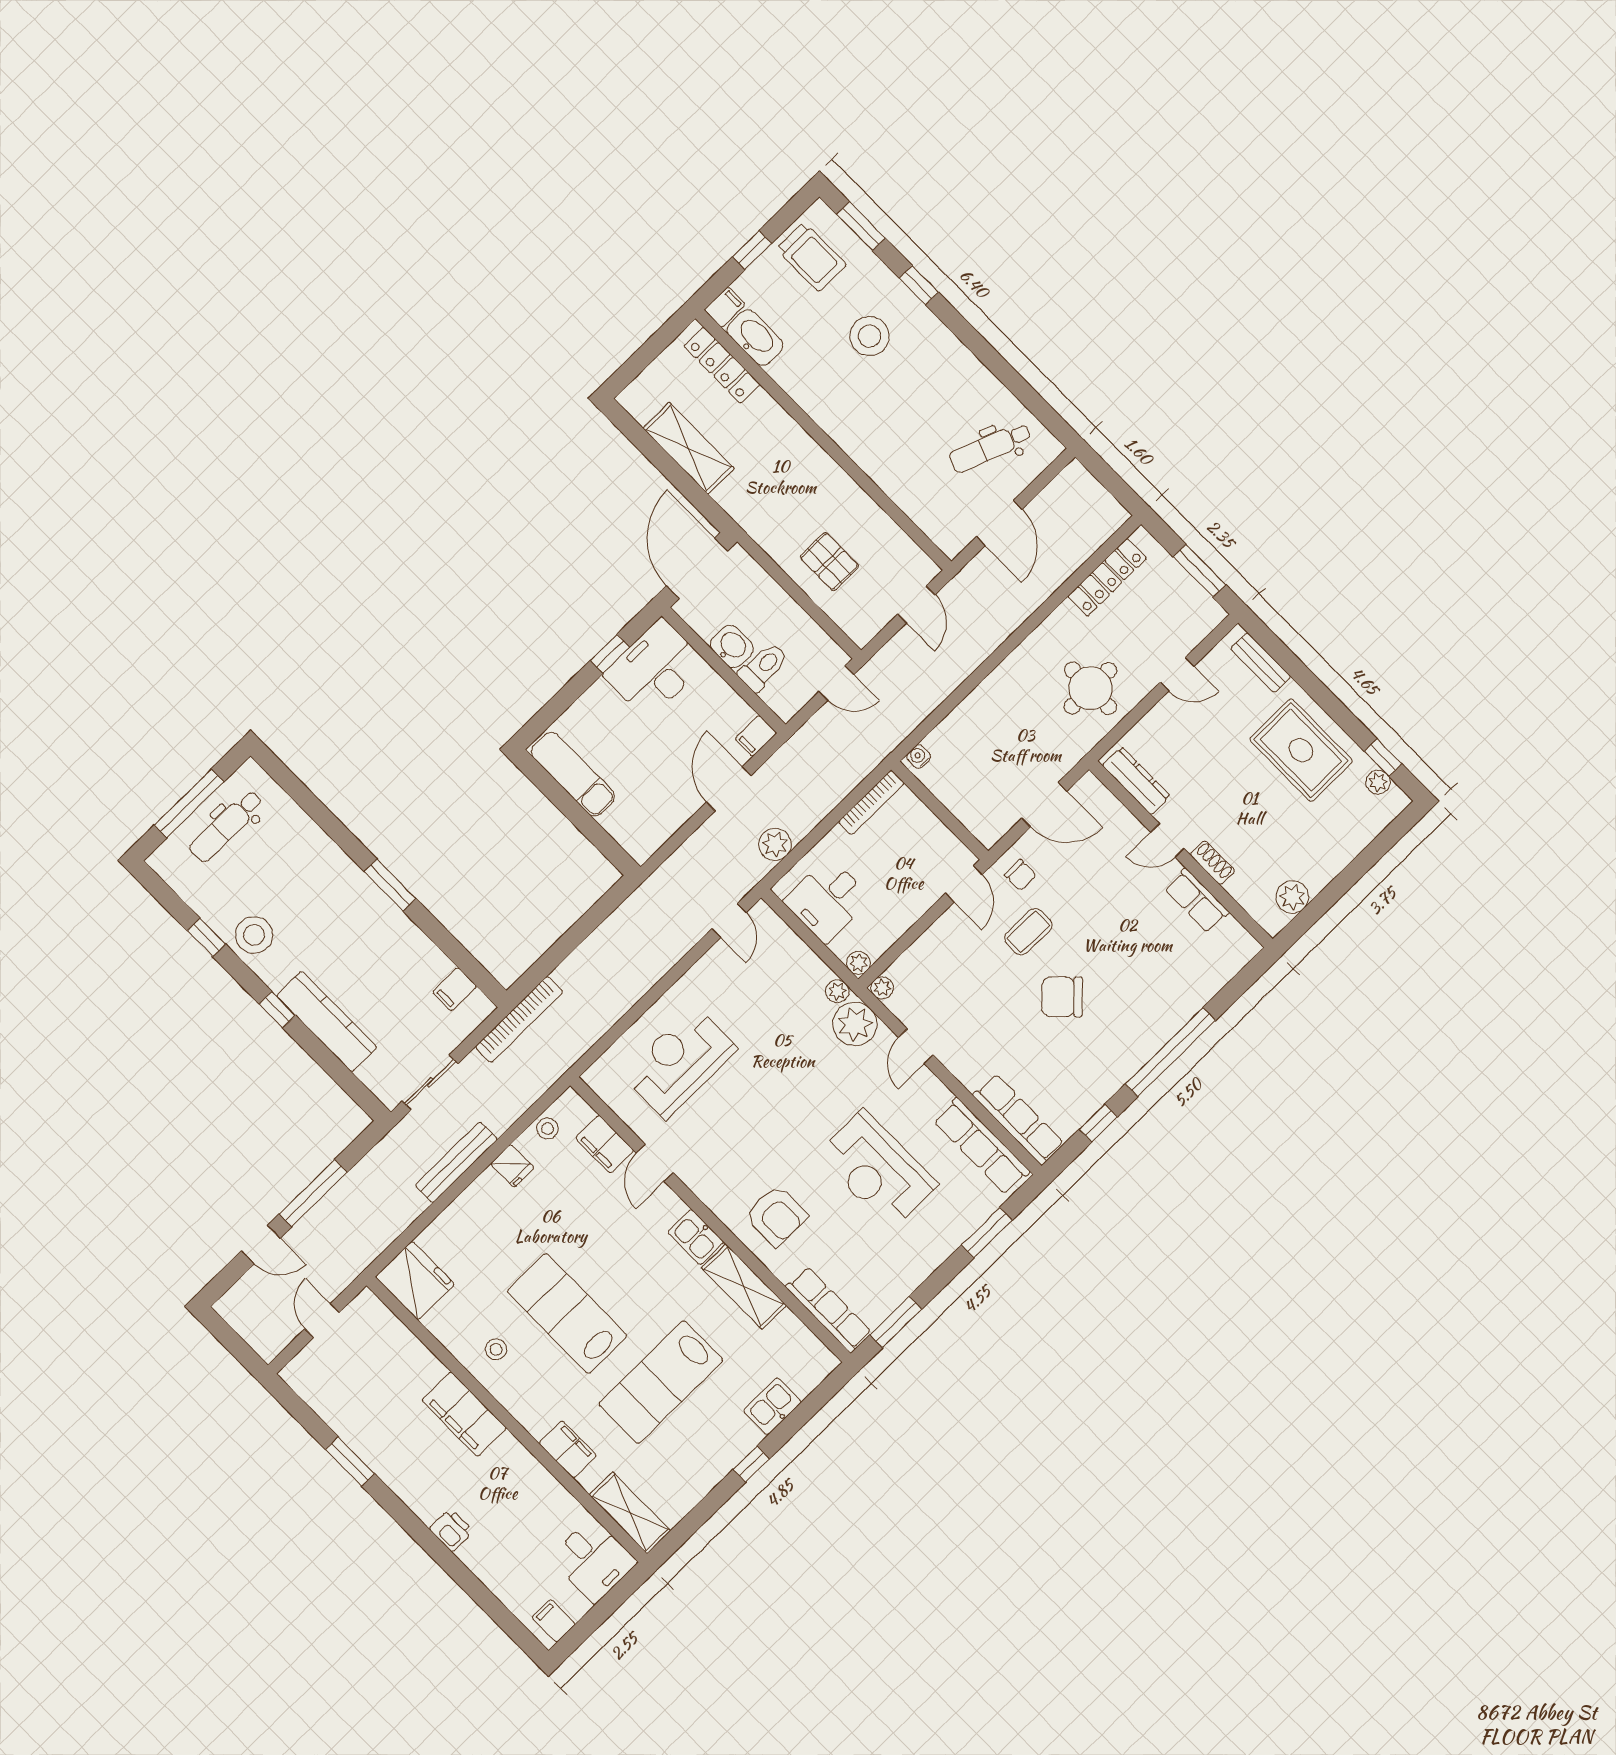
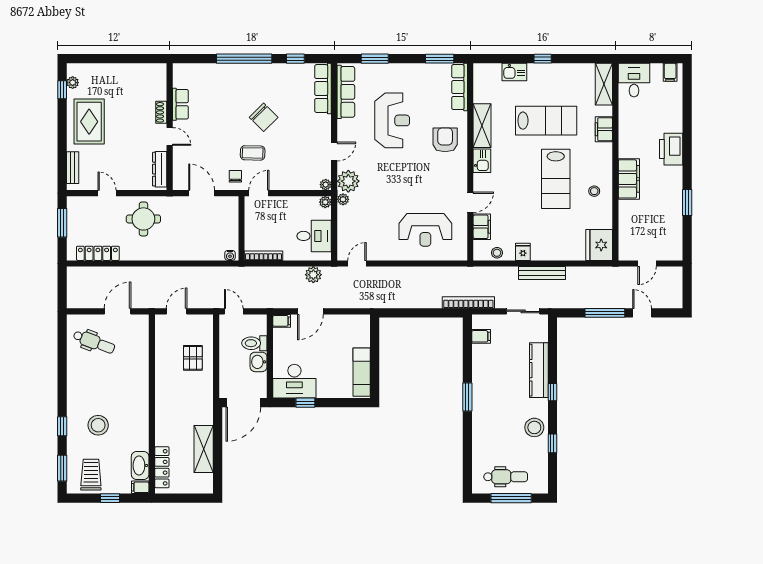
plant: (1292, 897) -> (145, 71), removed
printer: (451, 1530) -> (671, 149), width x1.87, depth x1.48

